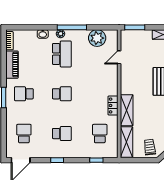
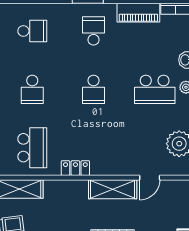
door: (119, 57) -> (150, 178), swing flipped
shelving: (127, 110) -> (113, 189), moved
school desk: (100, 134) -> (32, 148), width x1.85

